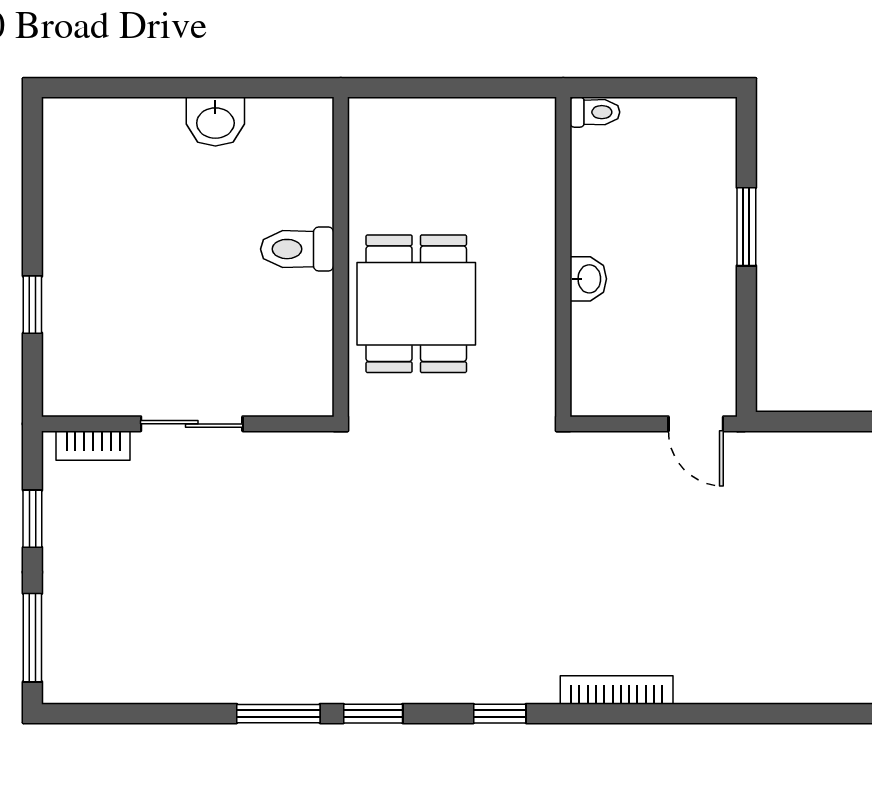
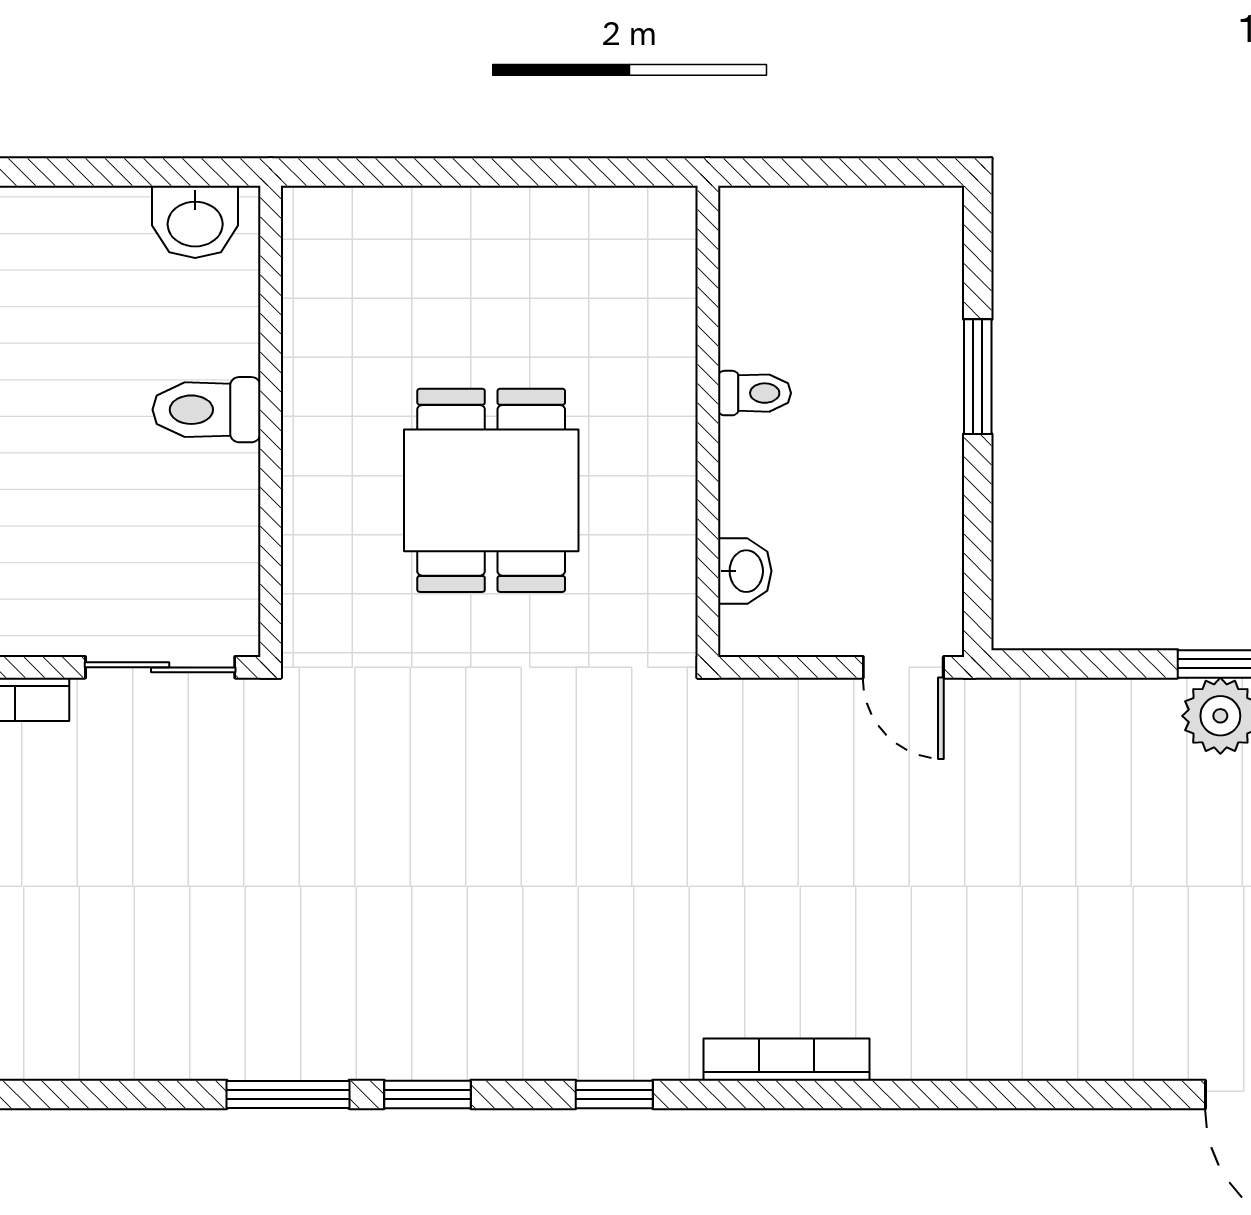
toilet: (595, 112) -> (754, 393), moved
toilet: (297, 249) -> (206, 410), moved
wall: (341, 257) -> (271, 421), moved
washbasin: (588, 279) -> (745, 571), moved

